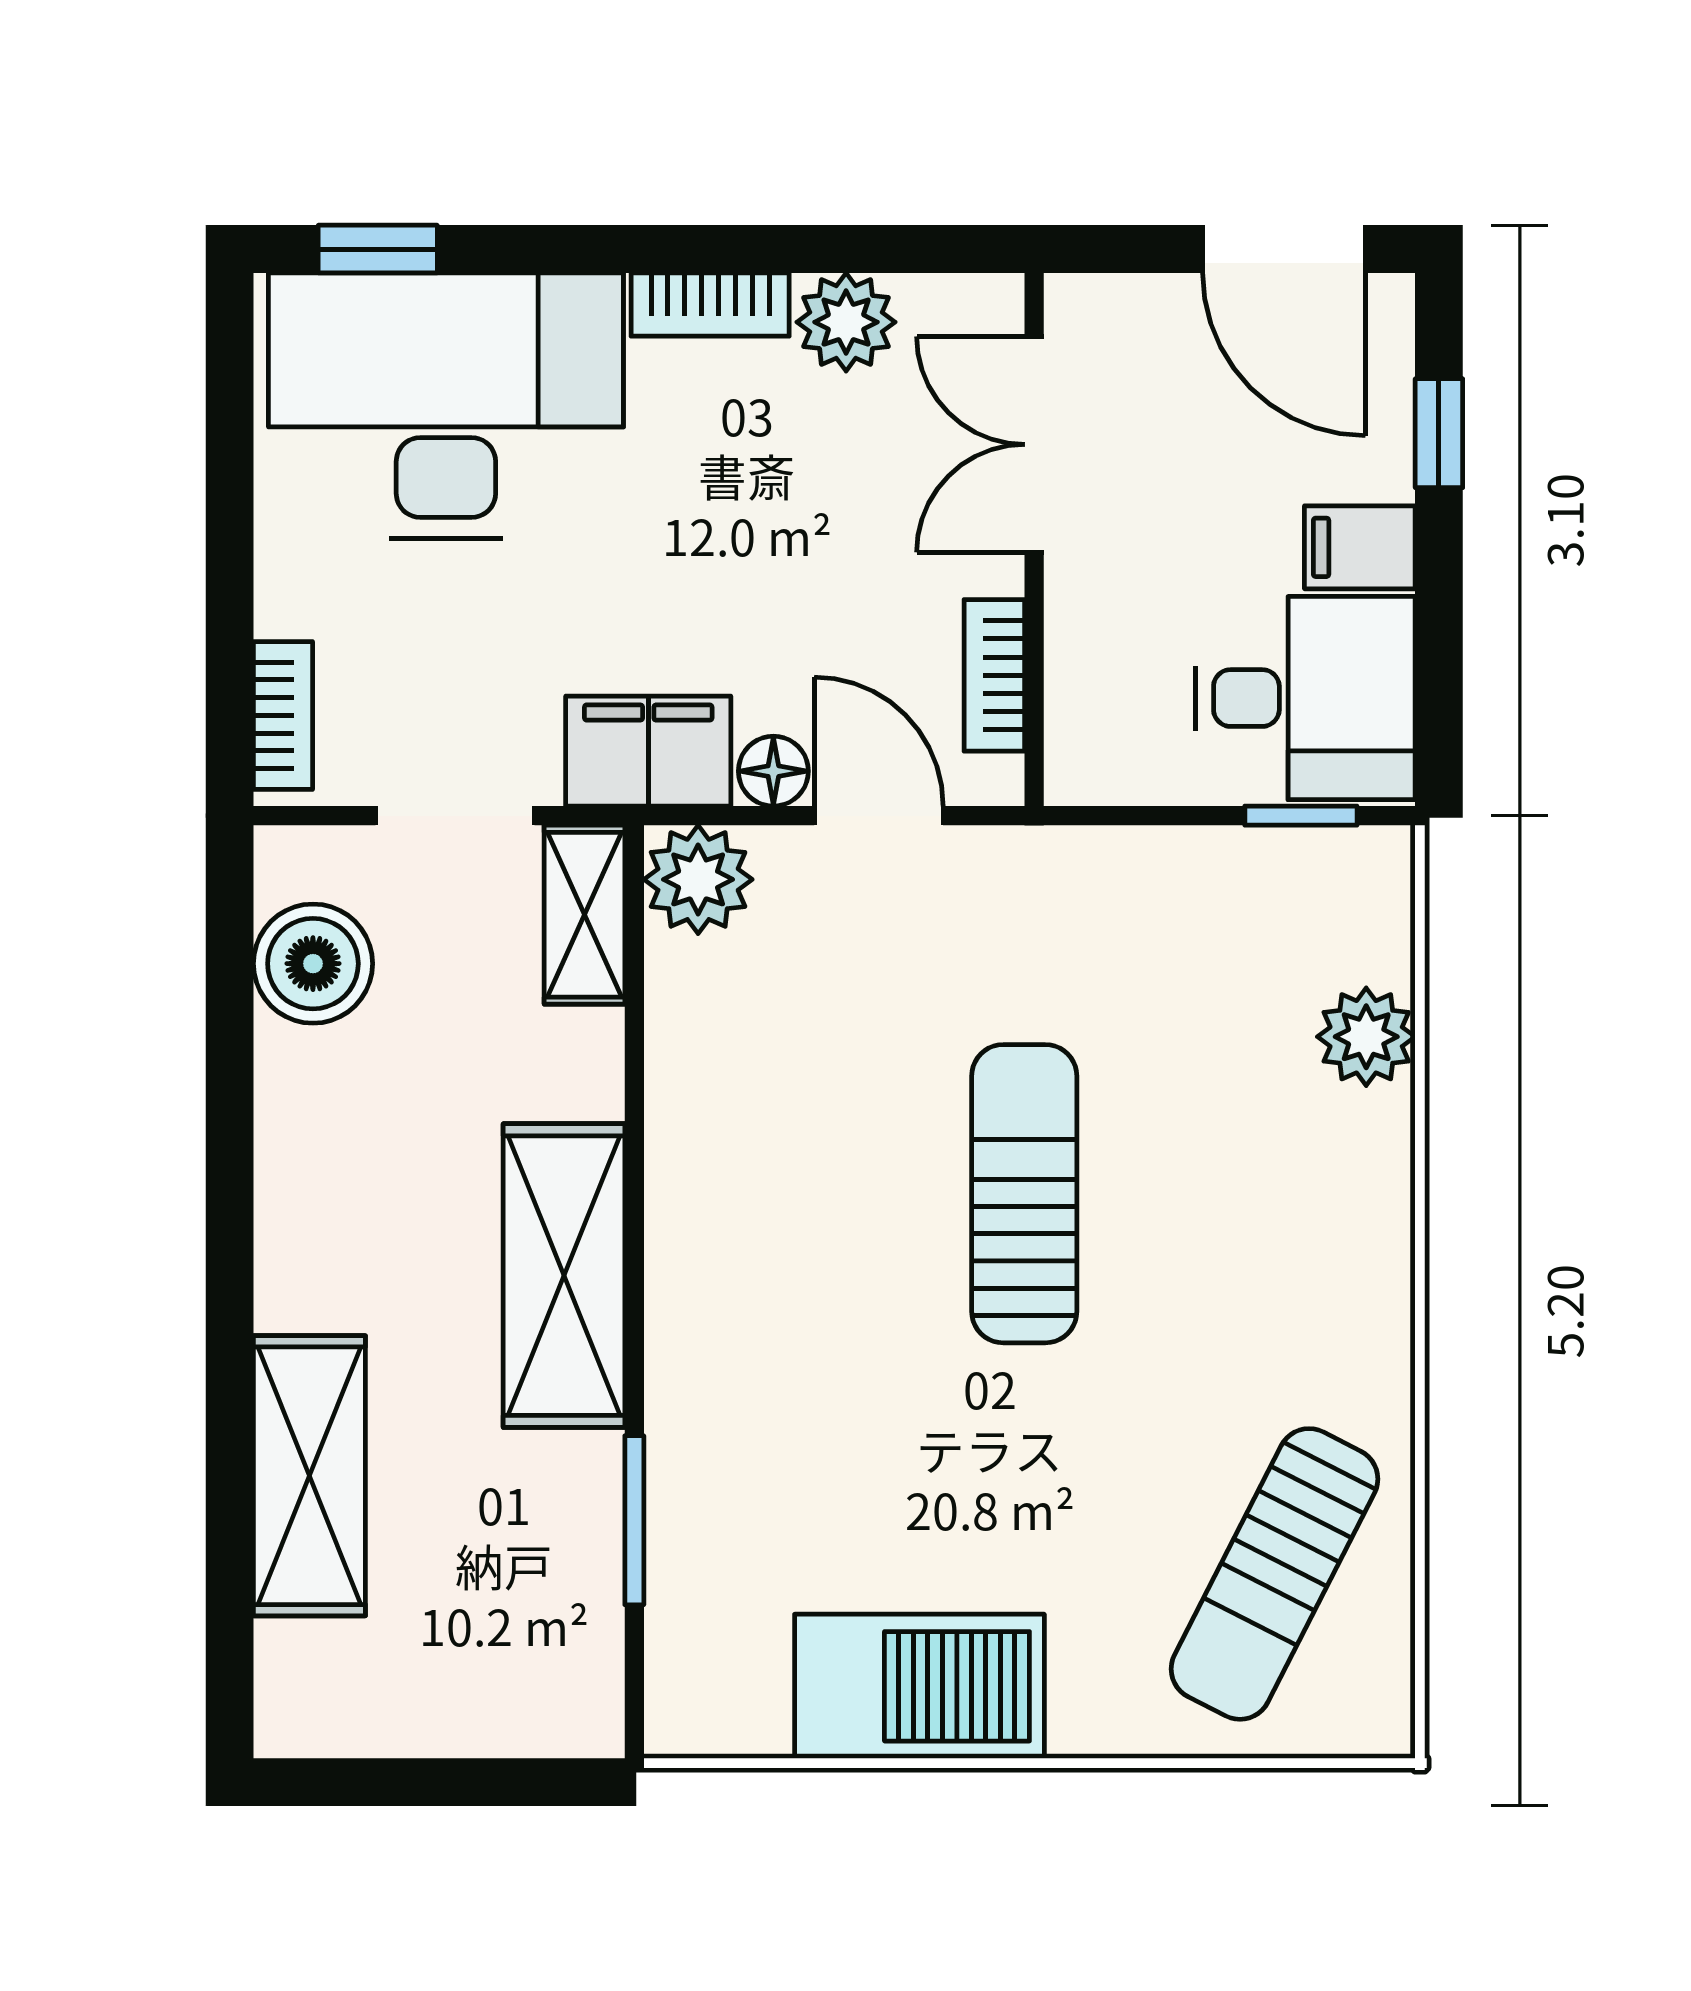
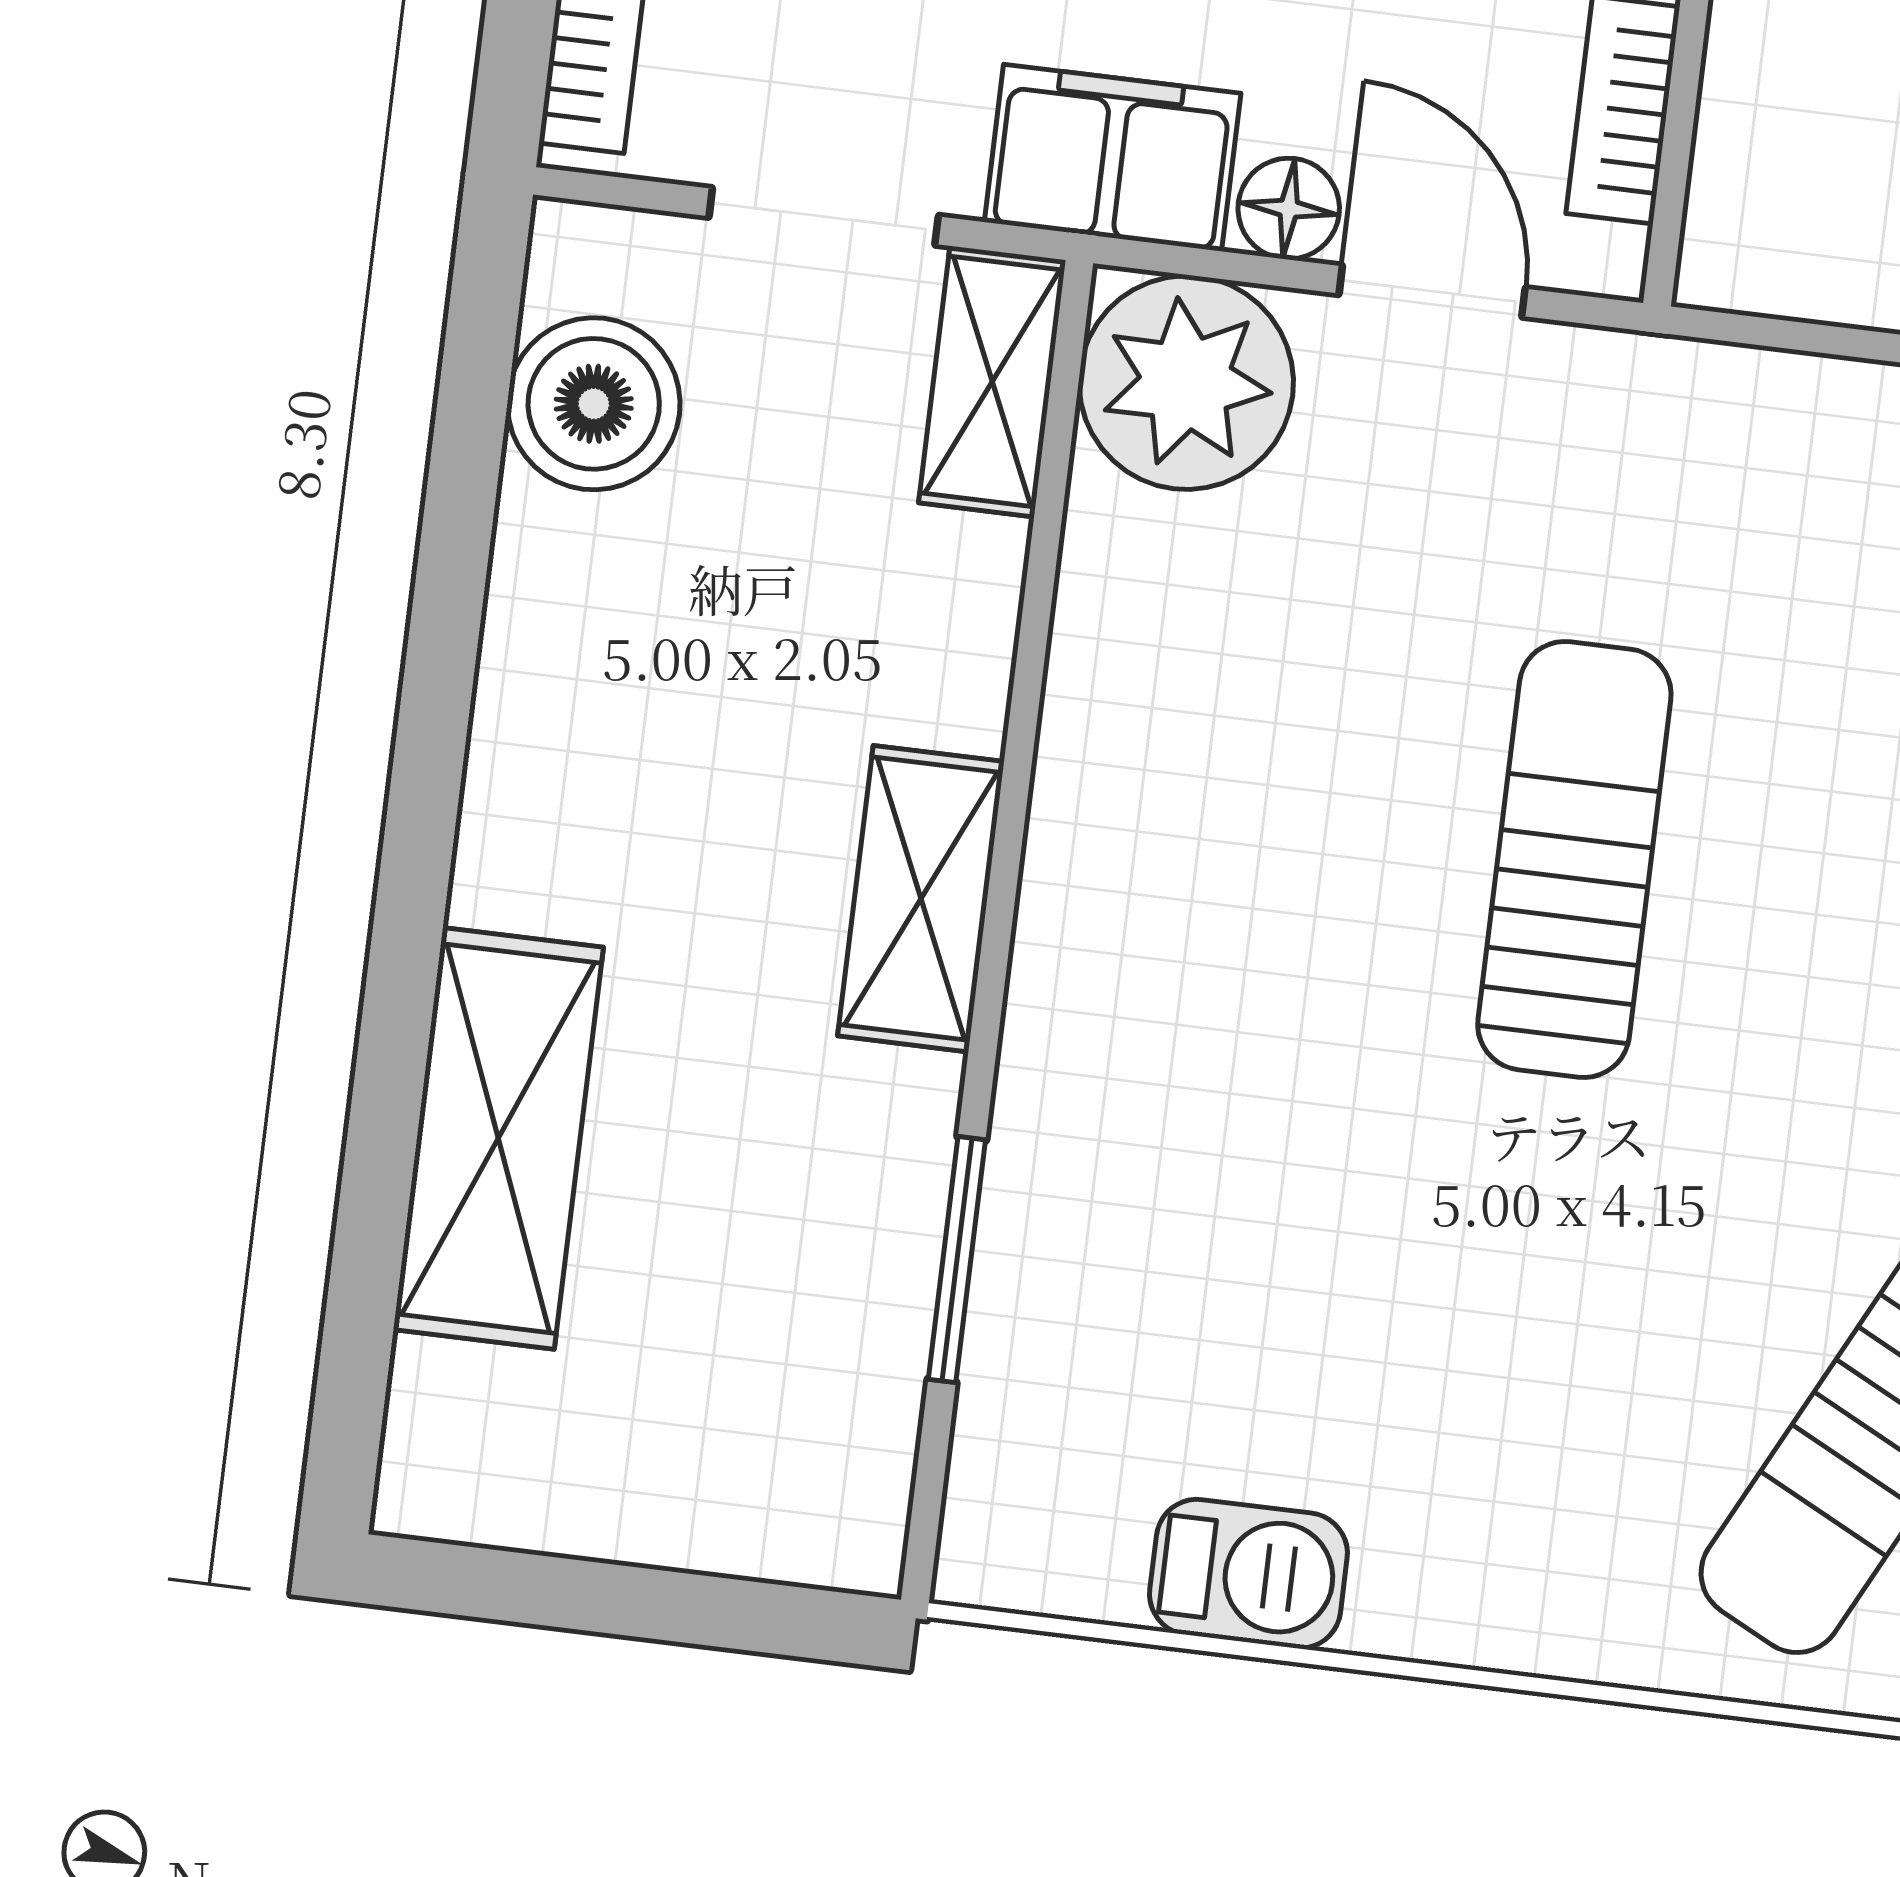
plant: (698, 879) -> (1186, 383), width x1.36, depth x1.36
shelving: (564, 1276) -> (921, 899), width x0.67, depth x0.75
barbecue: (919, 1686) -> (1248, 1574), width x0.53, depth x0.65

